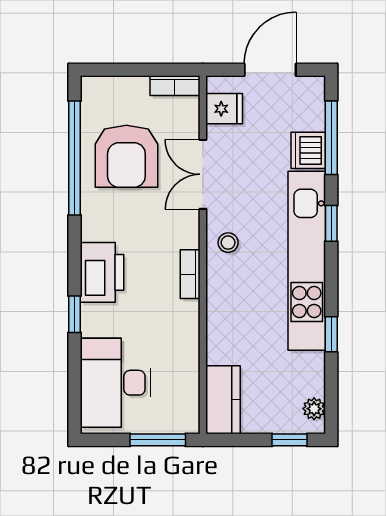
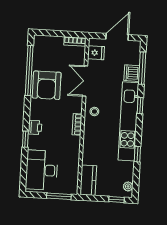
armchair: (126, 156) -> (47, 85), moved
printer: (102, 272) -> (35, 127), width x0.53, depth x0.68

